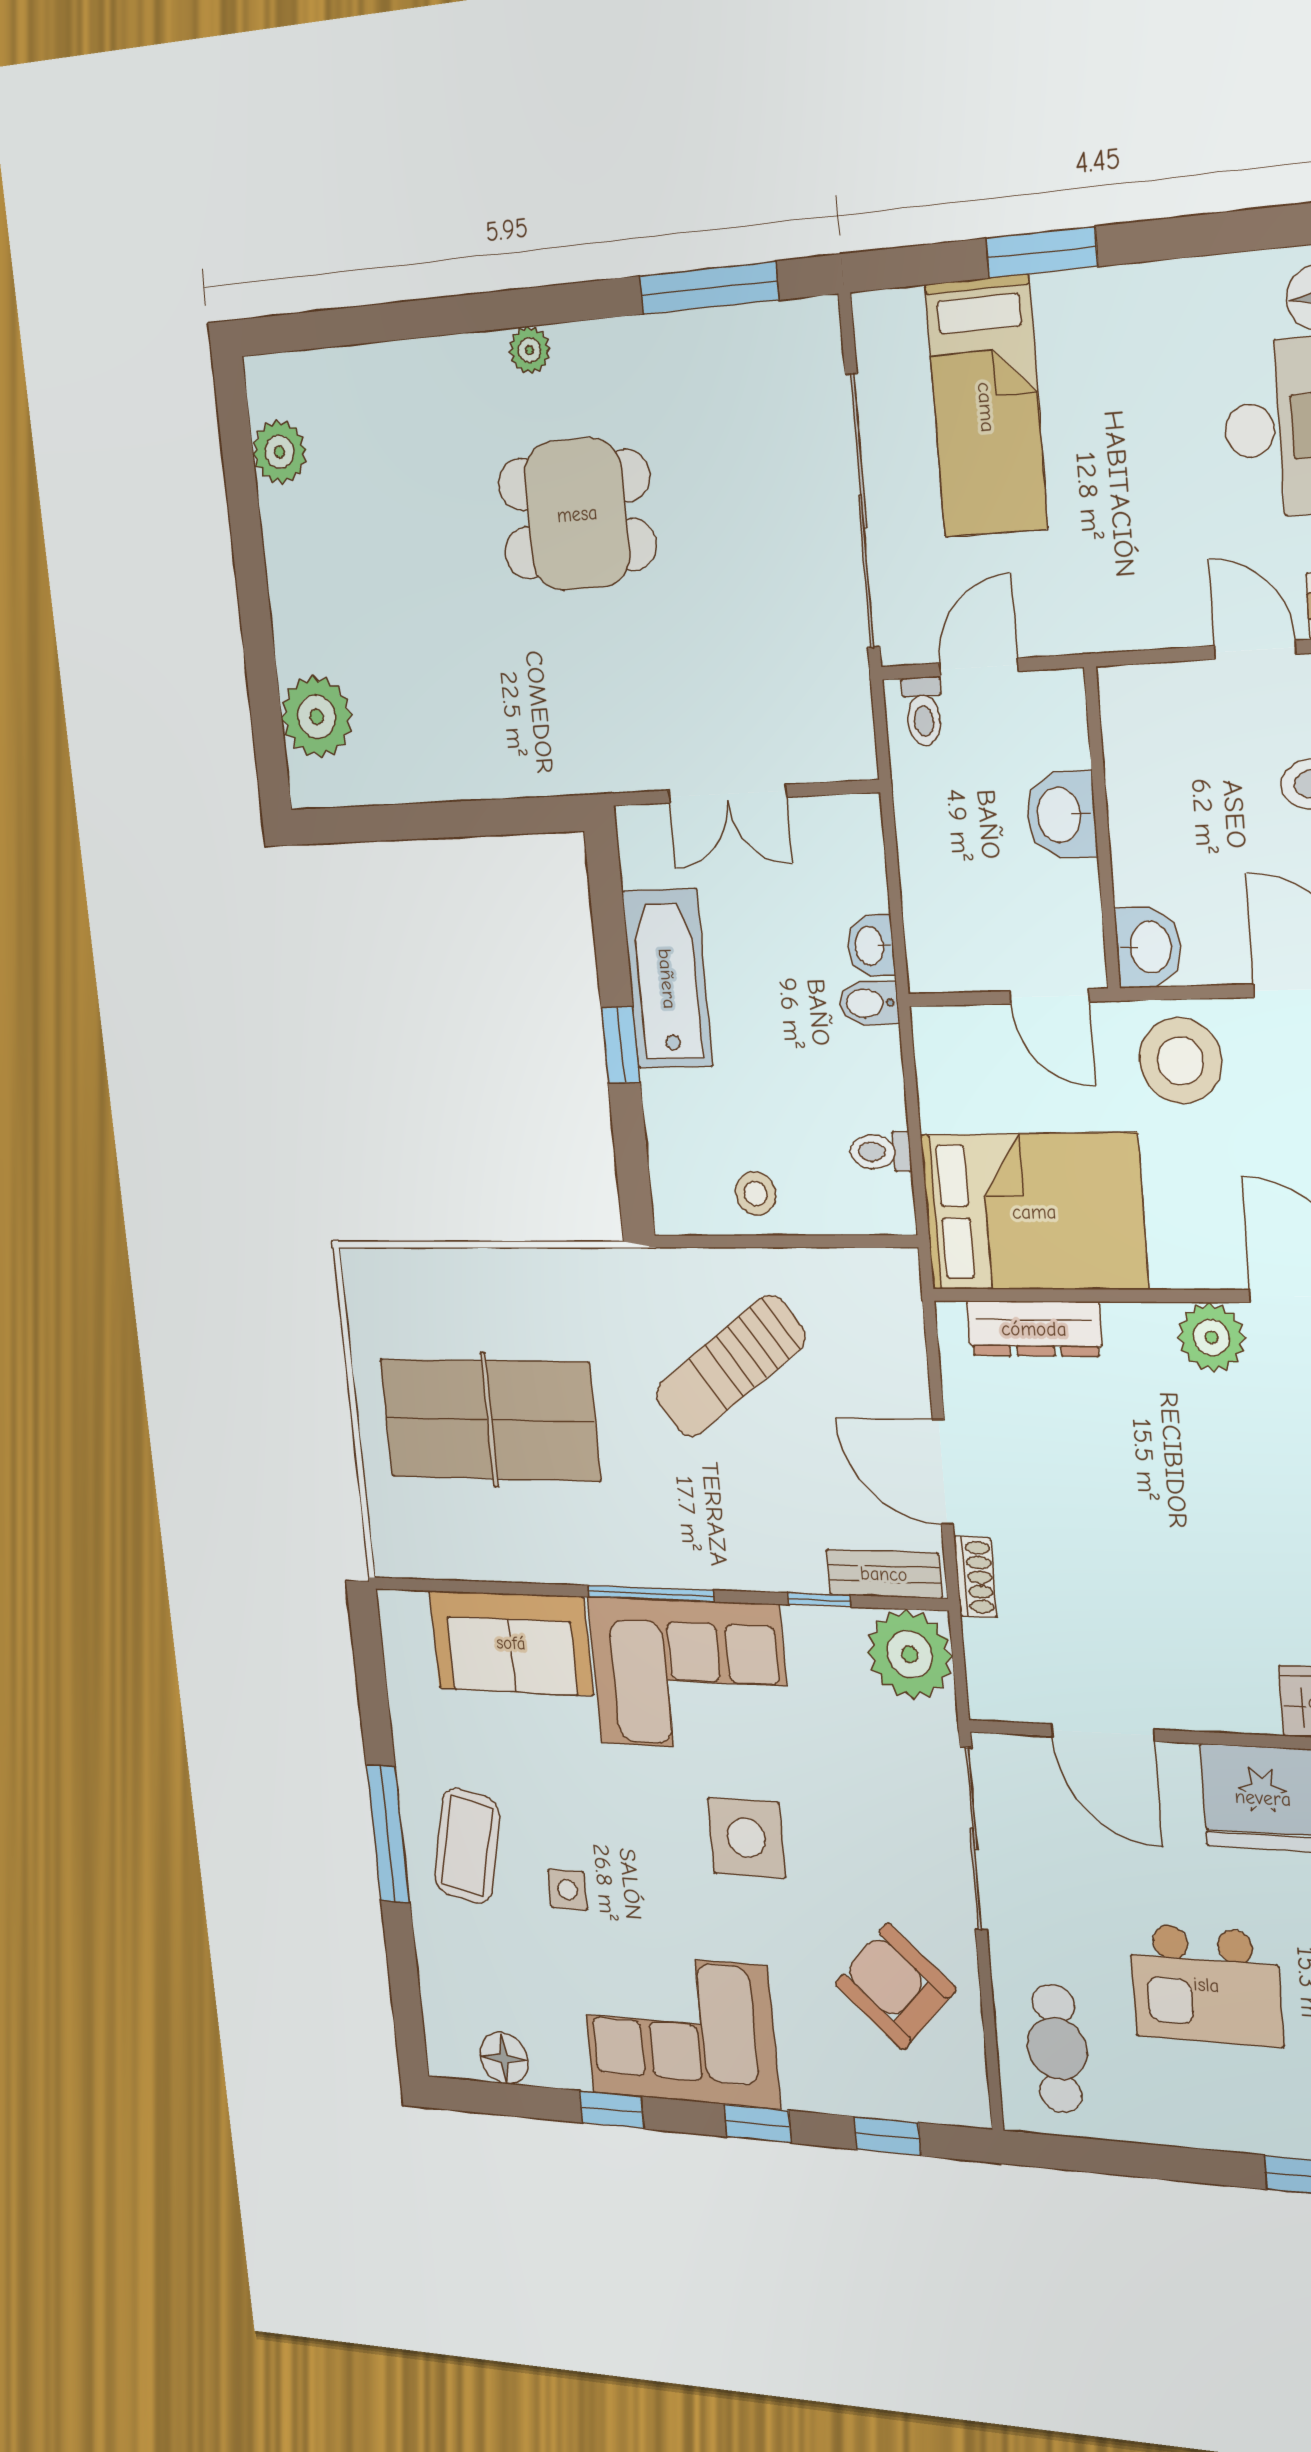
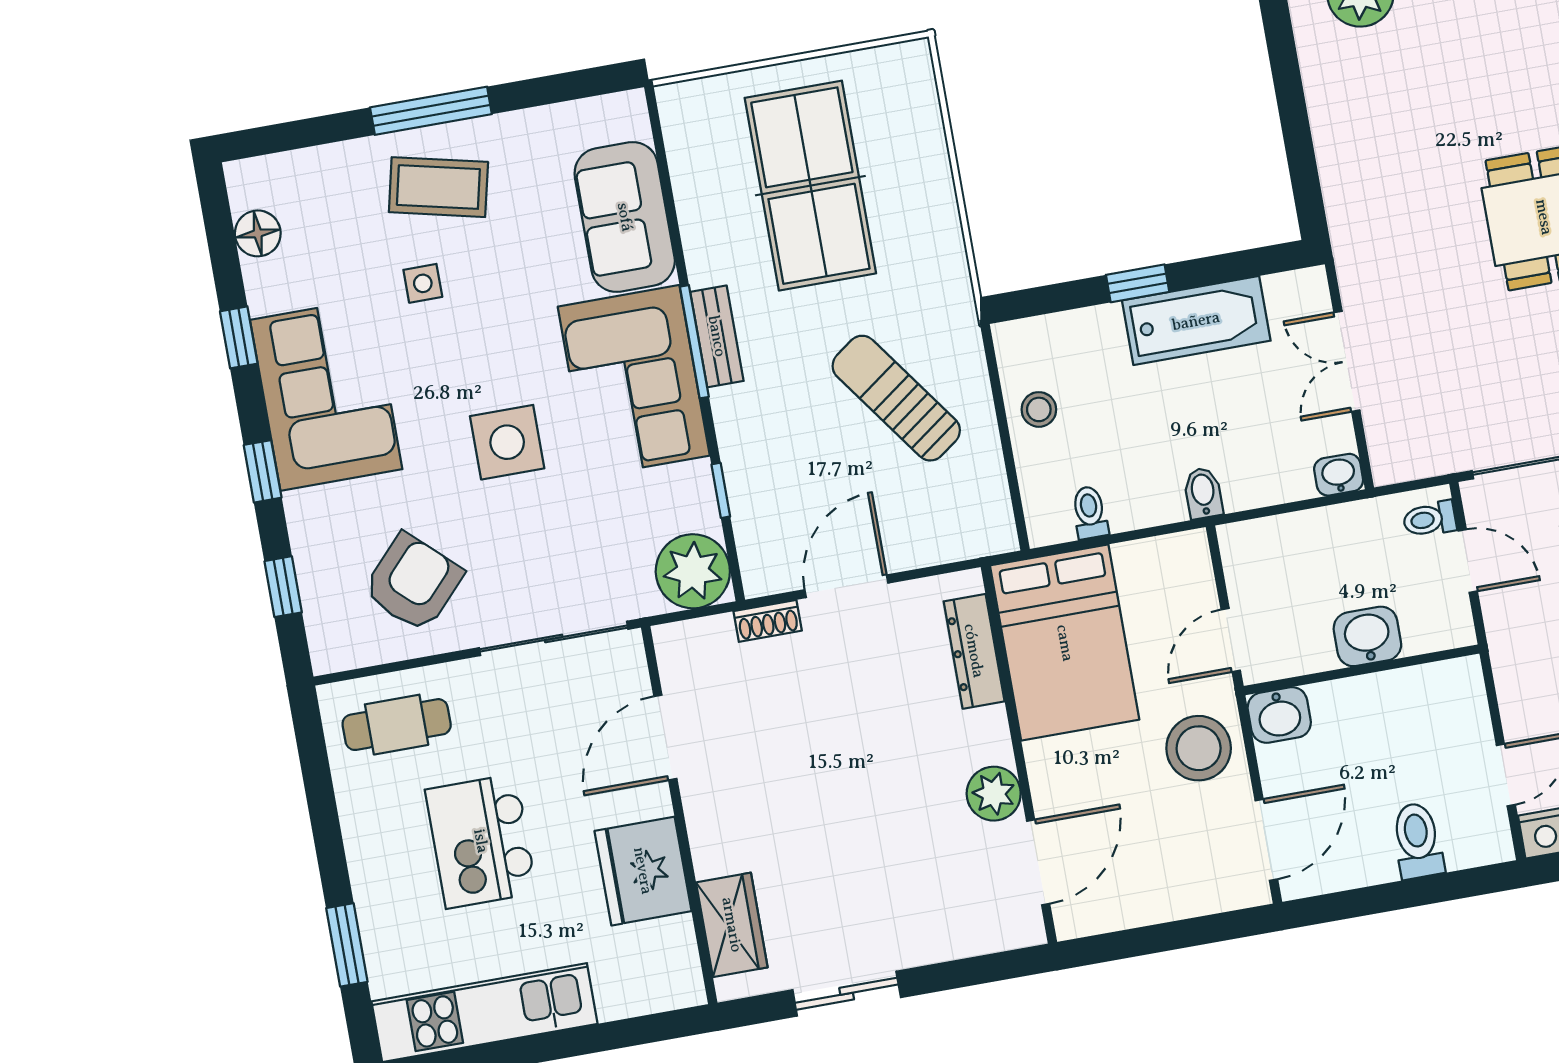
washbasin: (871, 946) -> (1339, 475), moved
bench: (884, 1574) -> (717, 336), moved

